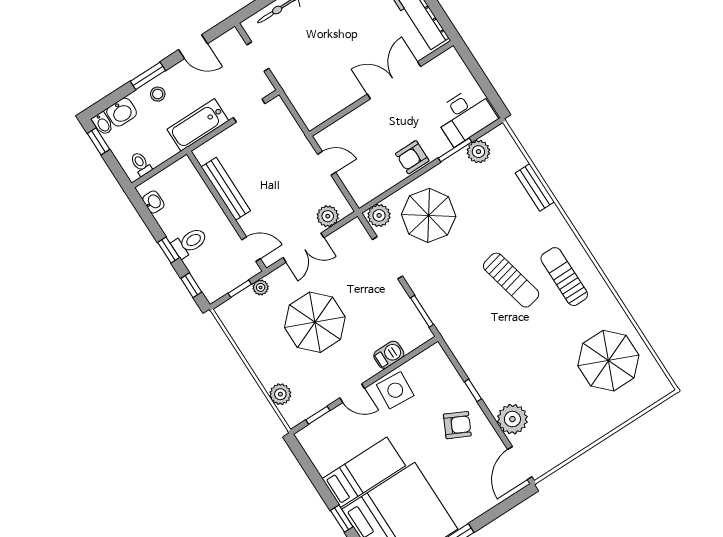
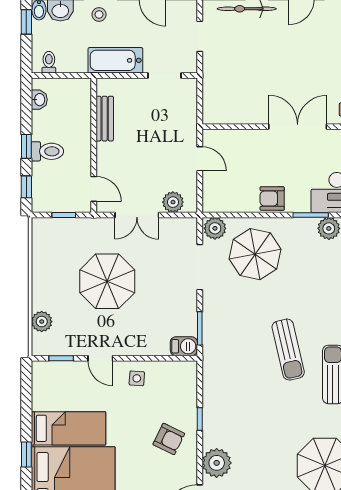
bench: (226, 189) -> (105, 119), width x0.73
plant: (261, 287) -> (81, 225), removed
barbecue: (389, 355) -> (184, 346), moved
side table: (395, 390) -> (137, 378), width x0.54, depth x0.54

